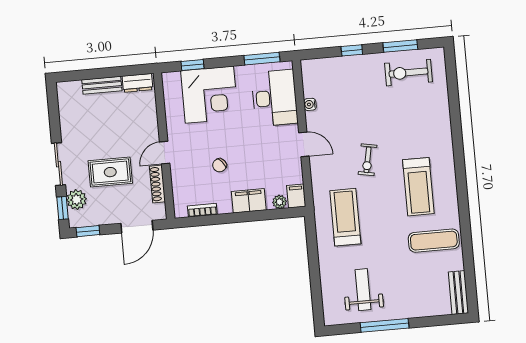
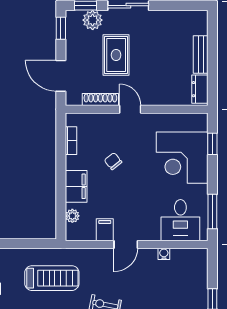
desk: (274, 98) -> (180, 220), width x0.73
filing cabinet: (296, 196) -> (105, 230), moved, turned -90

